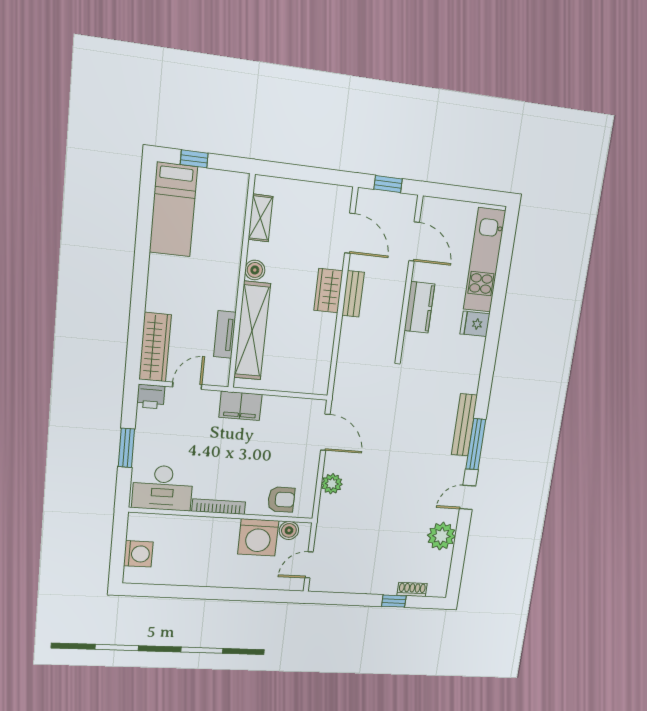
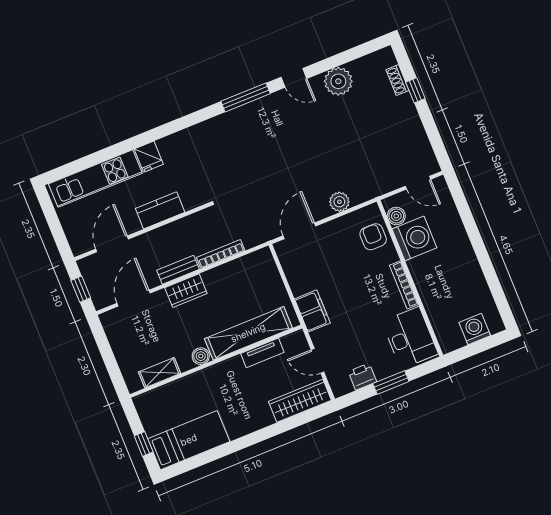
bookcase: (345, 344) -> (221, 254), added
printer: (151, 397) -> (362, 377), moved, turned -90
bench: (464, 425) -> (235, 117), removed

